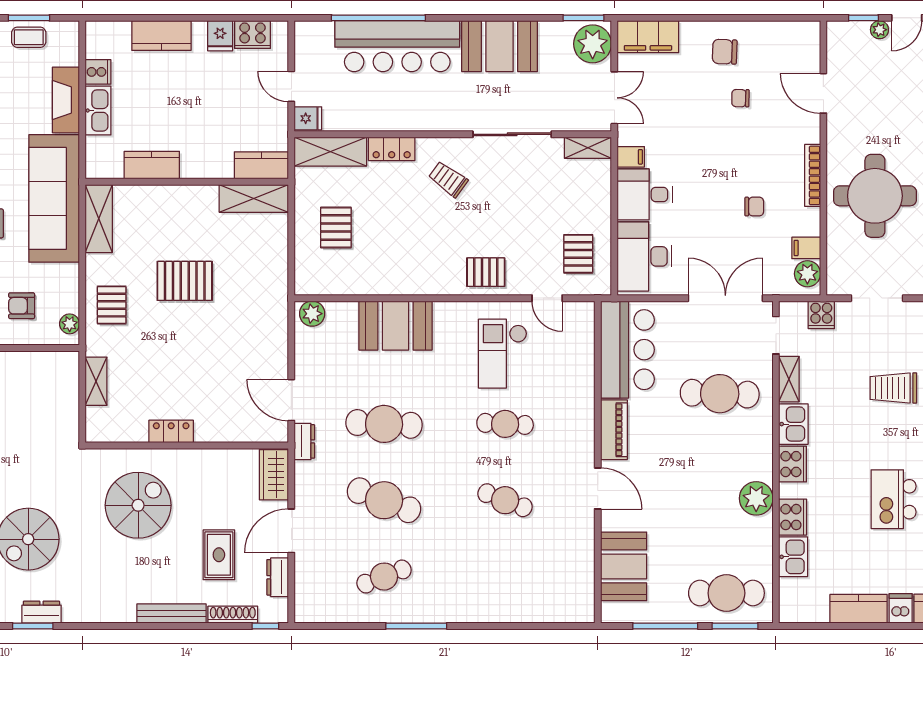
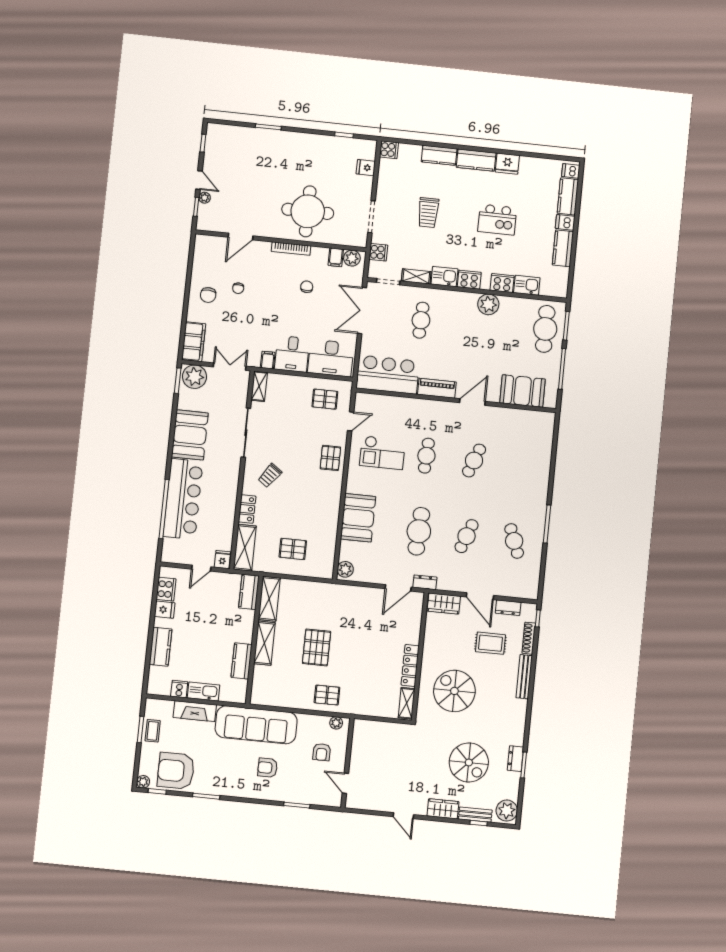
shelving: (99, 219) -> (264, 643), moved, turned 90
shelving: (96, 381) -> (407, 703), moved, turned 90
cafe table: (720, 394) -> (421, 320), width x0.73, depth x0.74
locker: (171, 431) -> (410, 665), width x1.53
cafe table: (384, 500) -> (467, 536), width x0.73, depth x0.74

